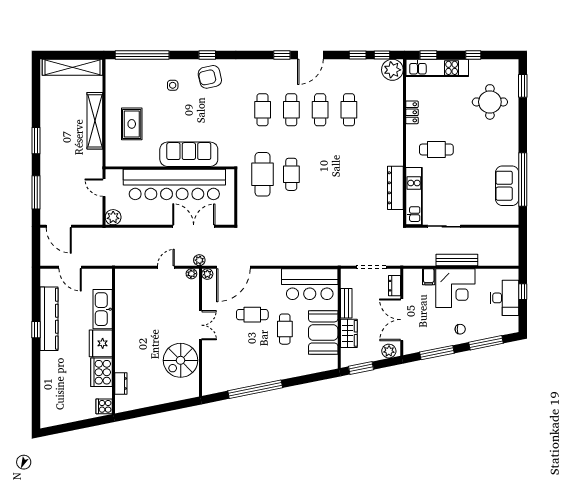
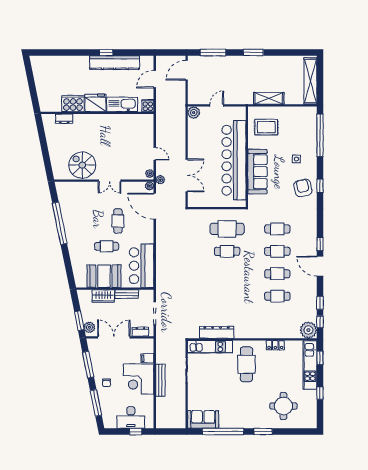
window: (523, 86) -> (263, 432), moved
shelving: (95, 121) -> (269, 98), width x0.68
cafe table: (436, 149) -> (246, 364), width x1.37, depth x1.35
sofa: (189, 154) -> (258, 172), moved
wall: (170, 168) -> (247, 157), moved
bar counter: (174, 185) -> (234, 160), moved
sofa: (507, 186) -> (203, 419), moved
window: (361, 368) -> (79, 321), moved
cooker: (104, 406) -> (148, 106), moved

